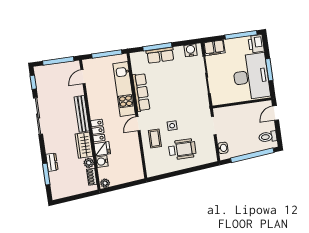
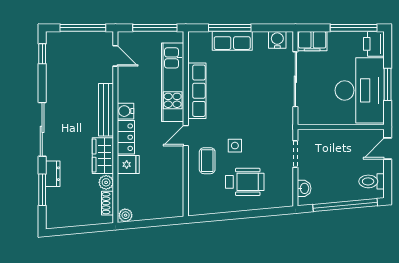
door: (83, 77) -> (115, 56), swing flipped
sliding door: (38, 116) -> (42, 129), moved
water cooler: (102, 161) -> (126, 111), moved

